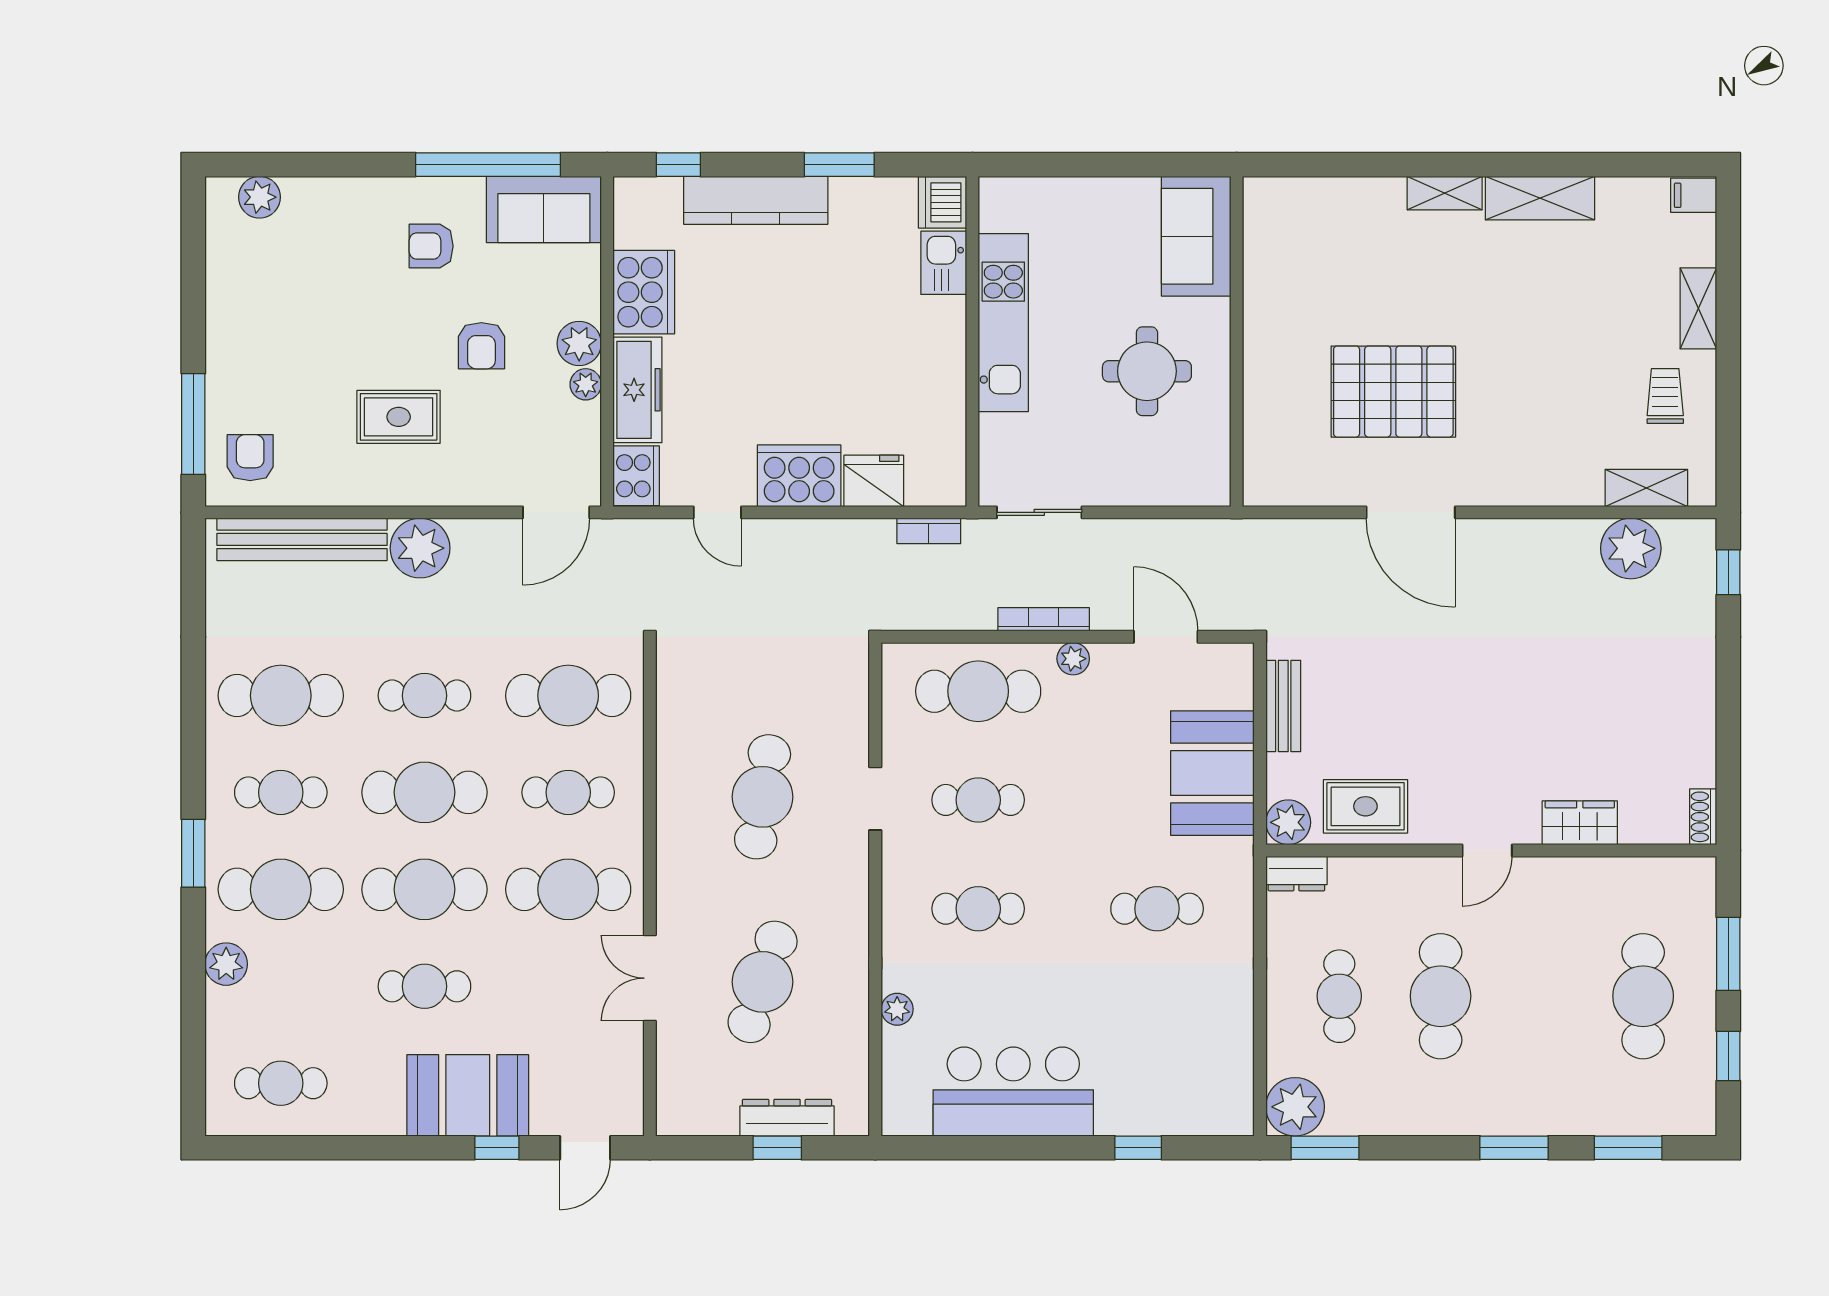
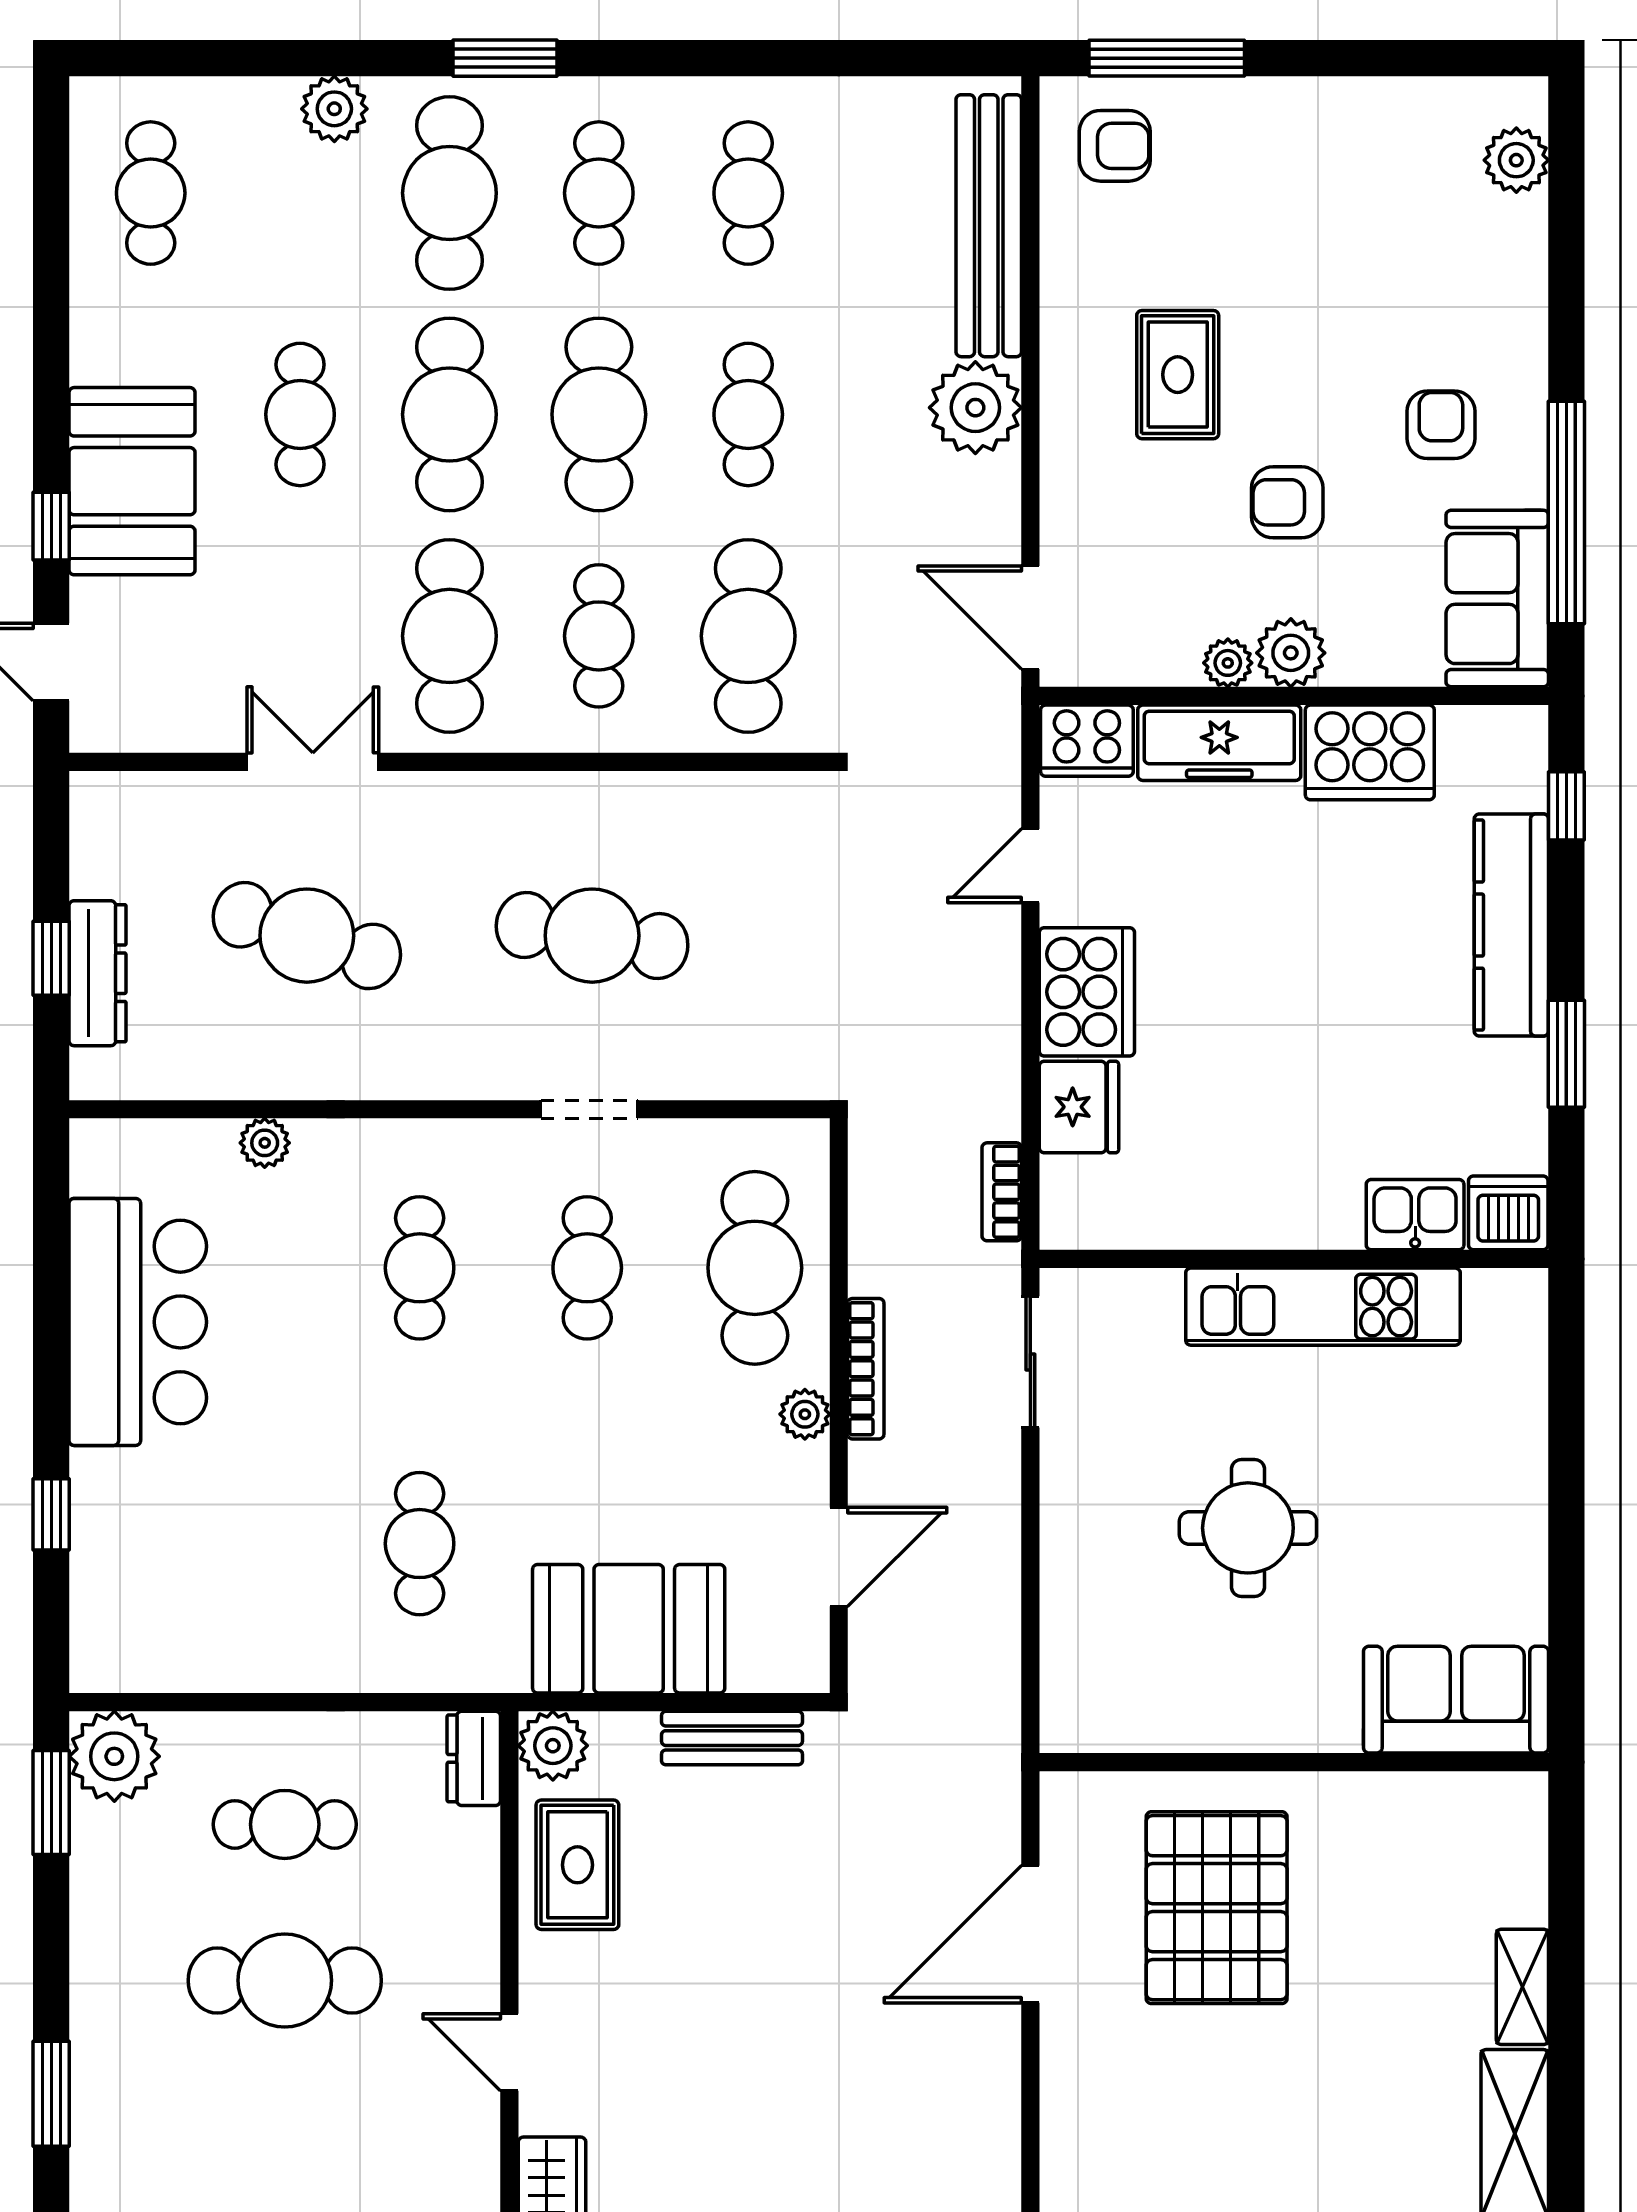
sofa: (1196, 236) -> (1456, 1700), moved
wall: (1237, 341) -> (1294, 1762), moved
cafe table: (281, 696) -> (748, 193), width x0.73, depth x0.74

